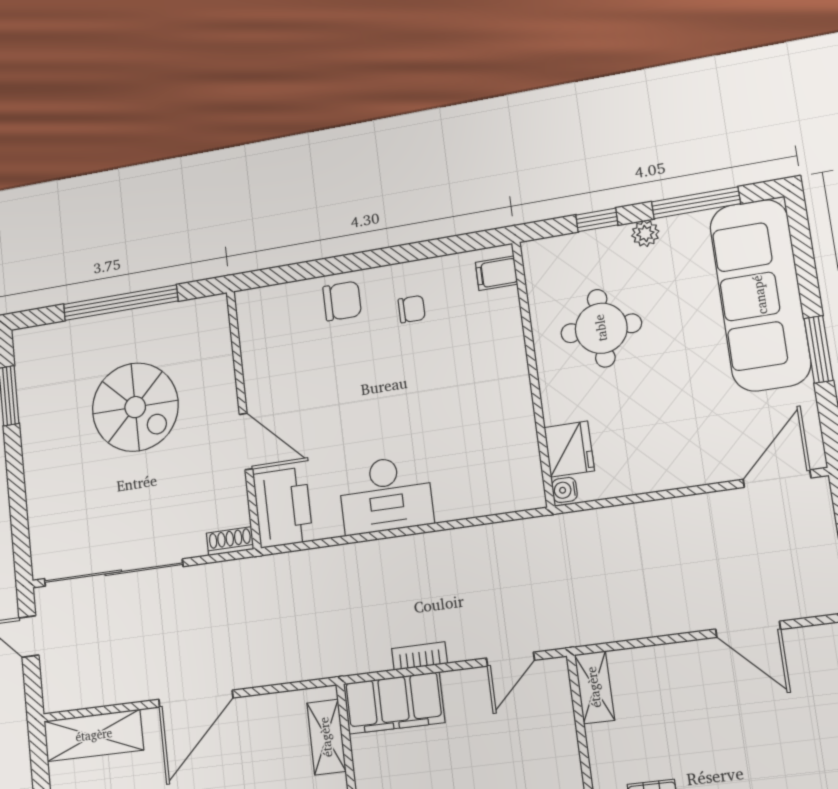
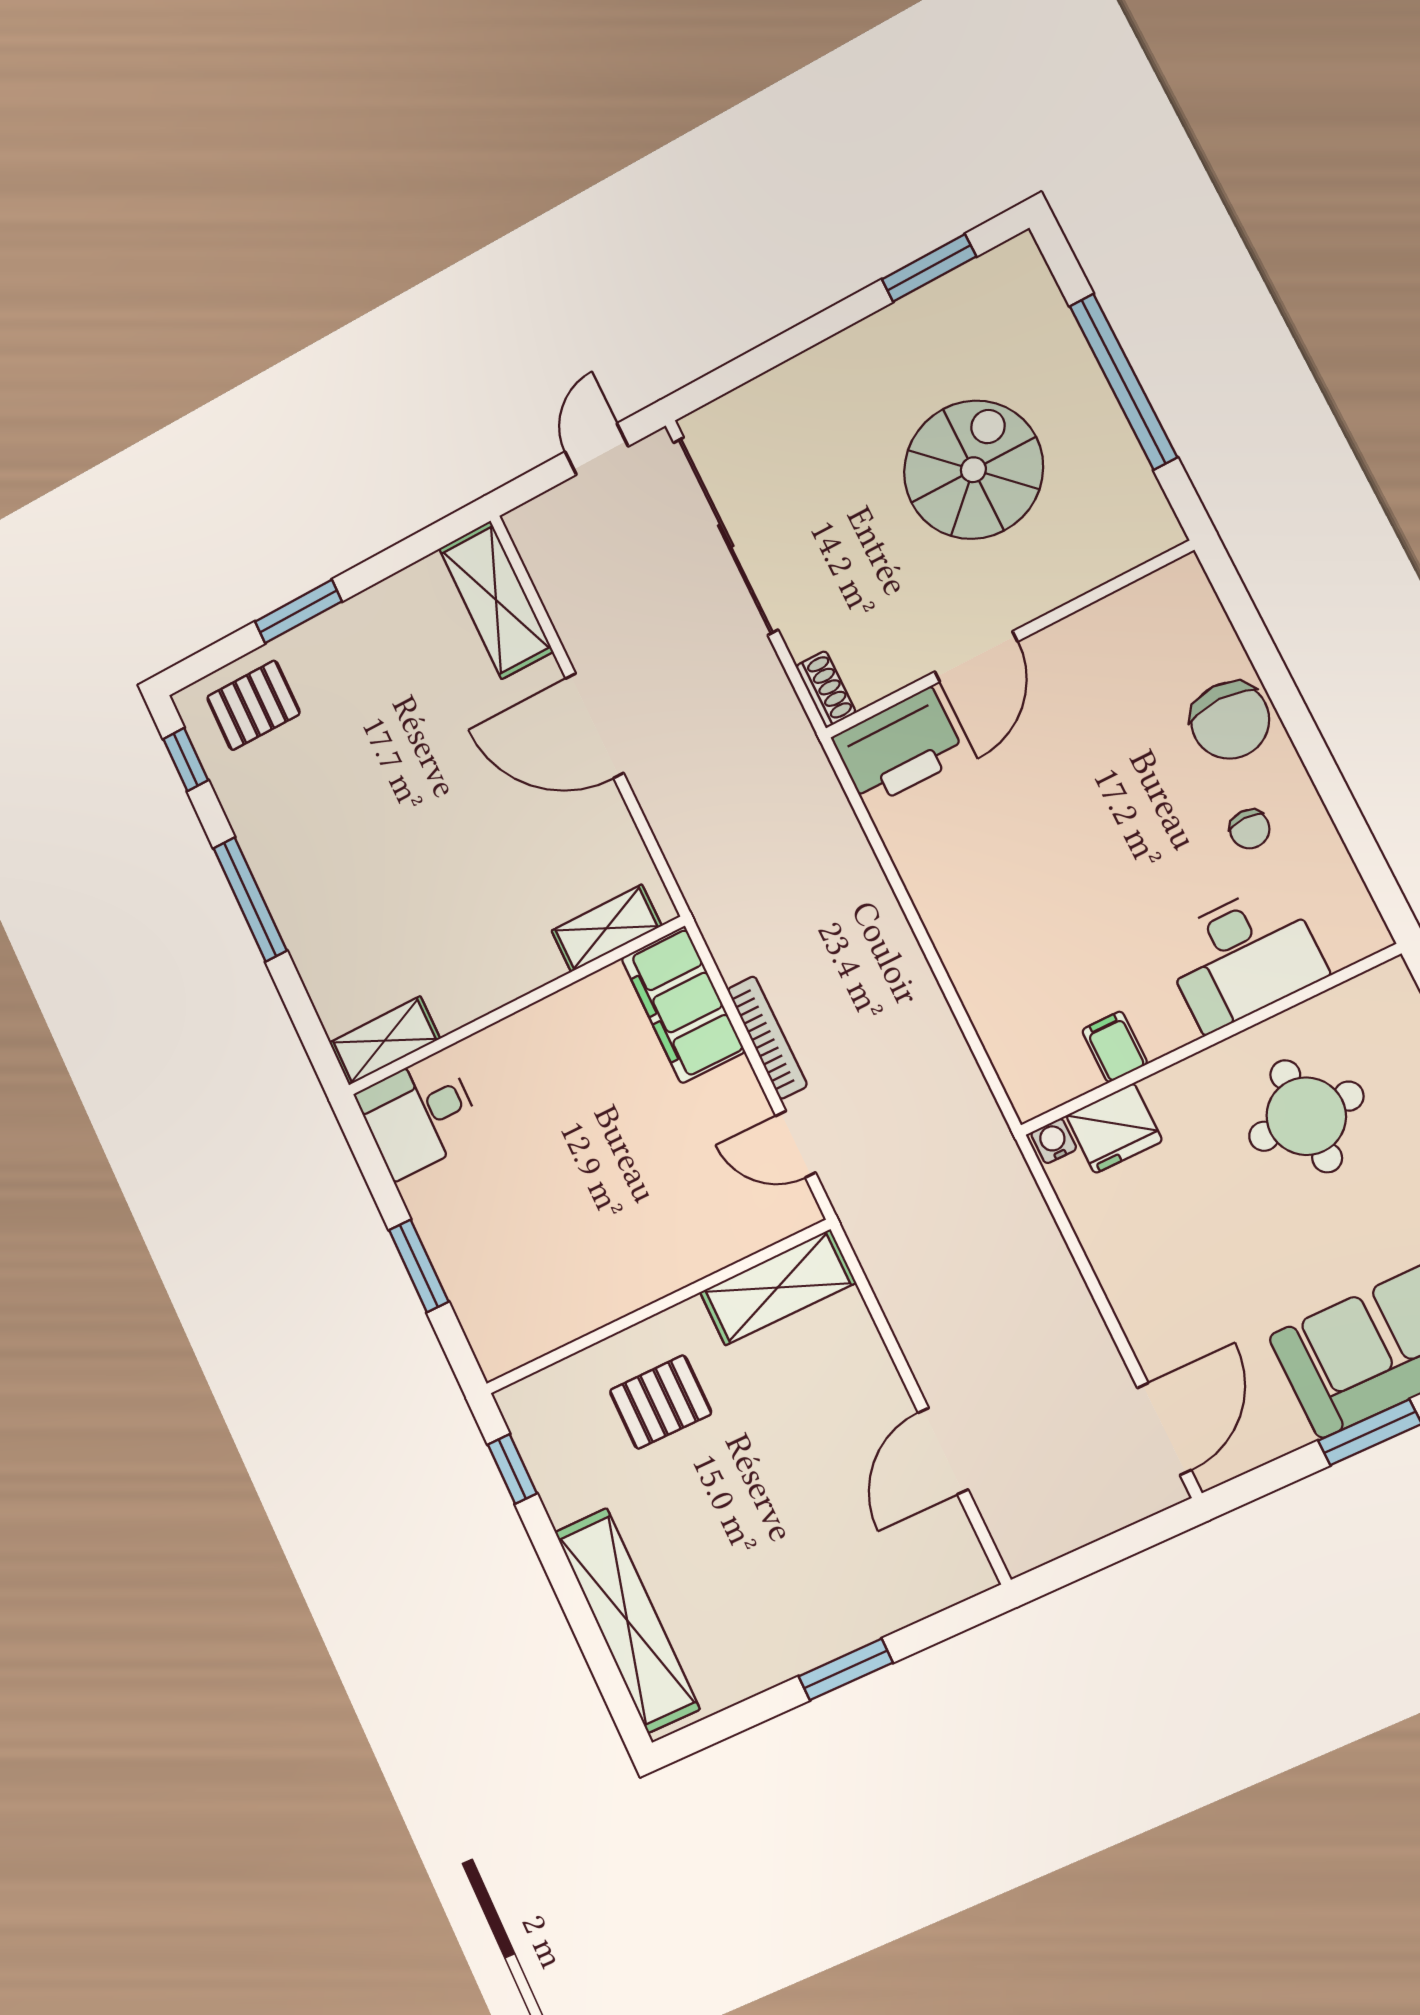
filing cabinet: (497, 273) -> (1115, 1047), moved
chair: (342, 301) -> (1230, 720), width x1.37, depth x1.37
spiral stairs: (135, 407) -> (973, 470), turned 180
door: (777, 479) -> (1164, 1429), hinge flipped
desk: (386, 495) -> (1243, 957), moved, turned -90
bookcase: (419, 656) -> (767, 1038), width x1.56
shelving: (594, 687) -> (778, 1287), width x1.50, depth x1.33

